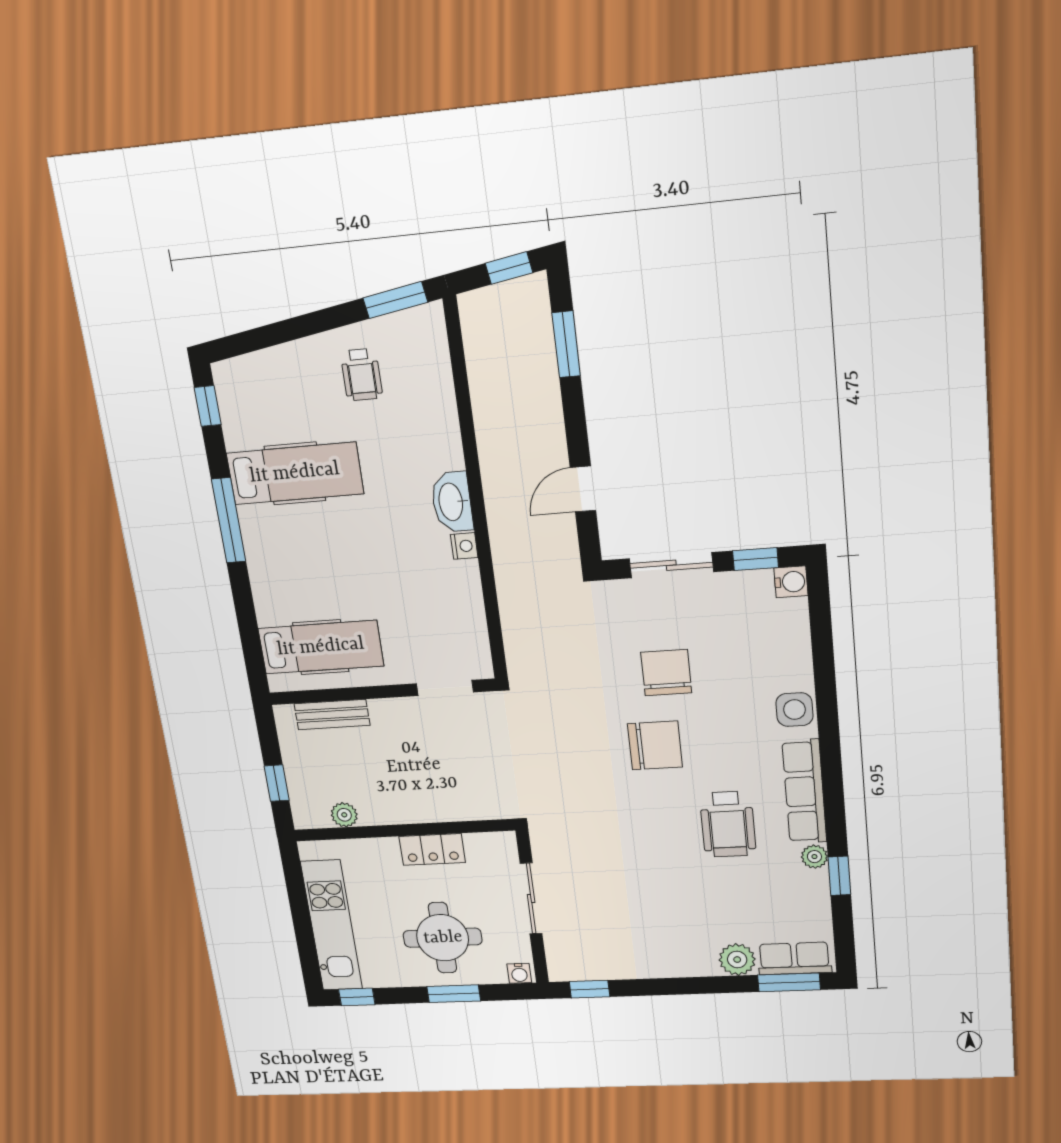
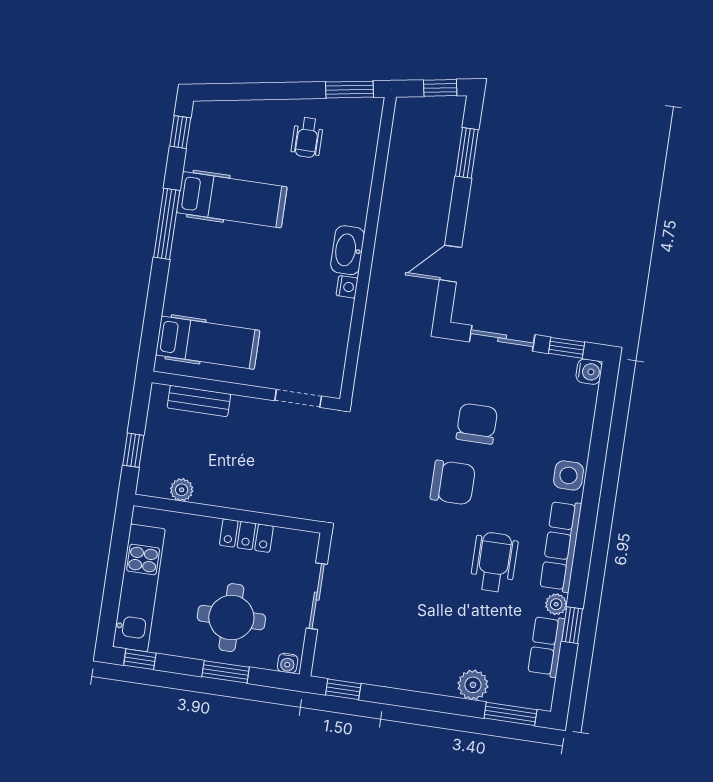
wheelchair: (728, 824) -> (494, 562), turned 180
row of seats: (794, 958) -> (546, 646), moved, turned -90

